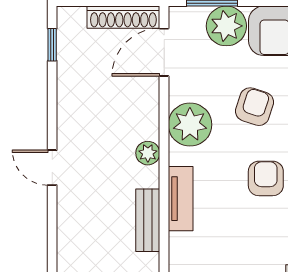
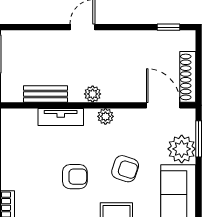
plant: (190, 125) -> (105, 116), width x0.53, depth x0.53

